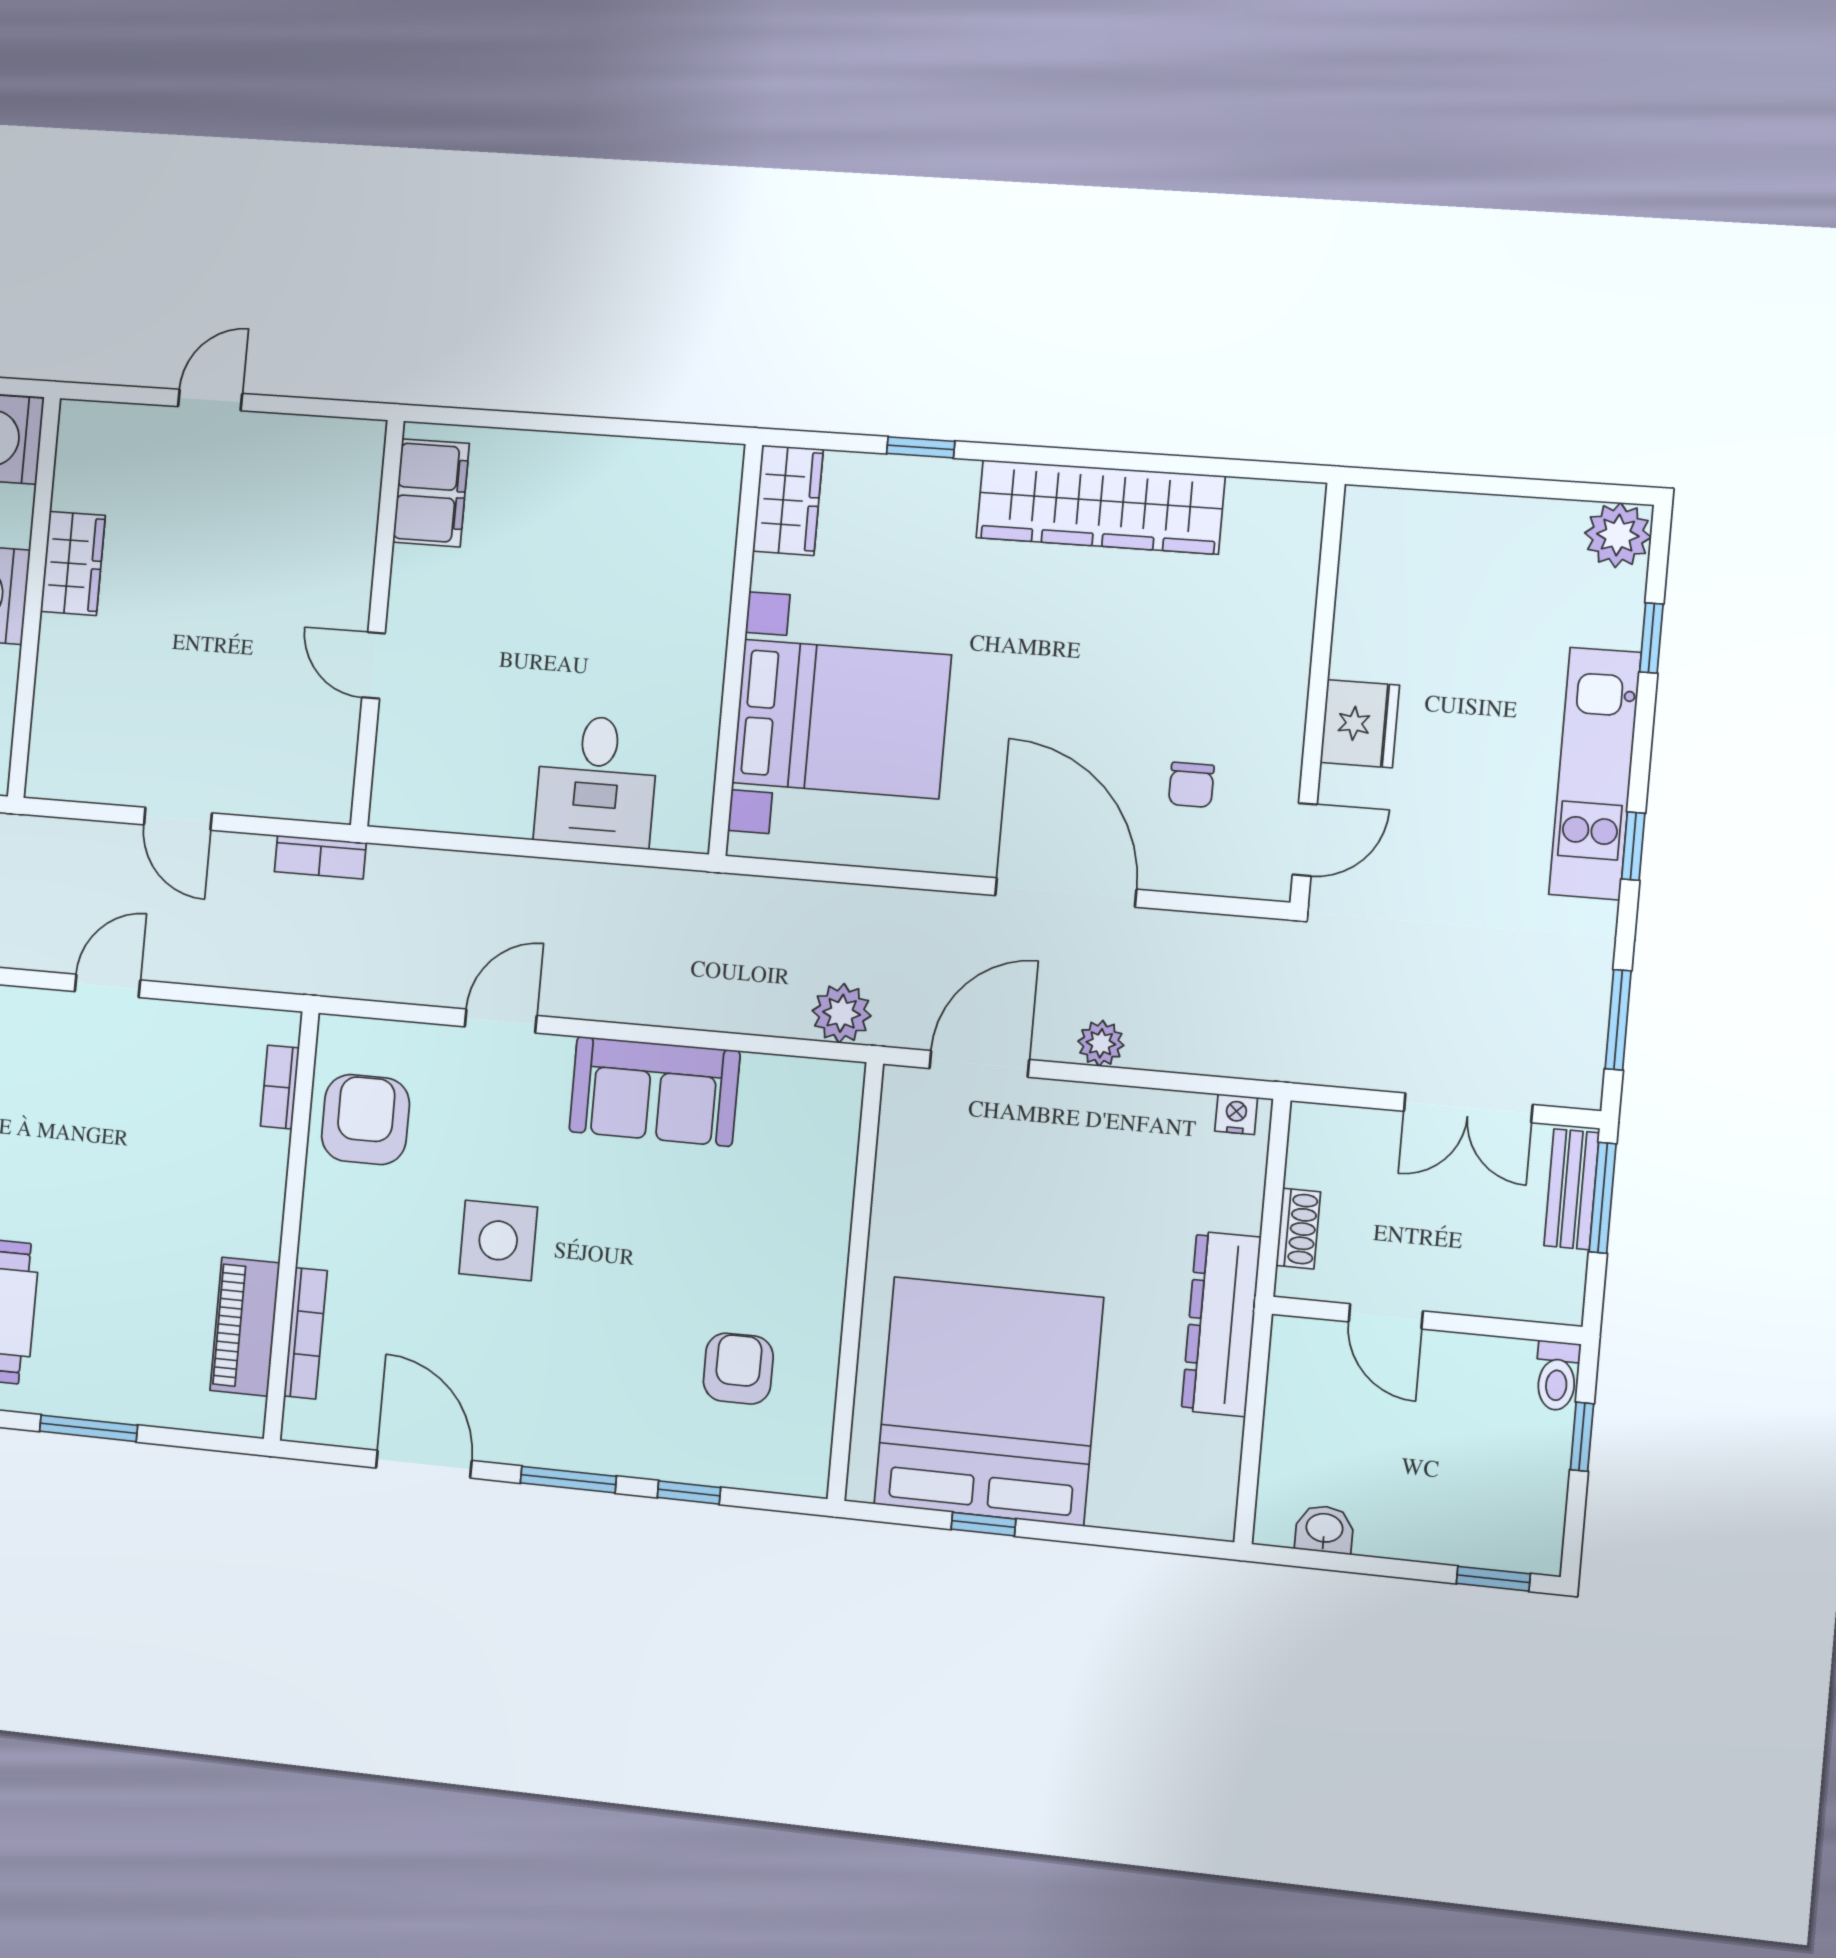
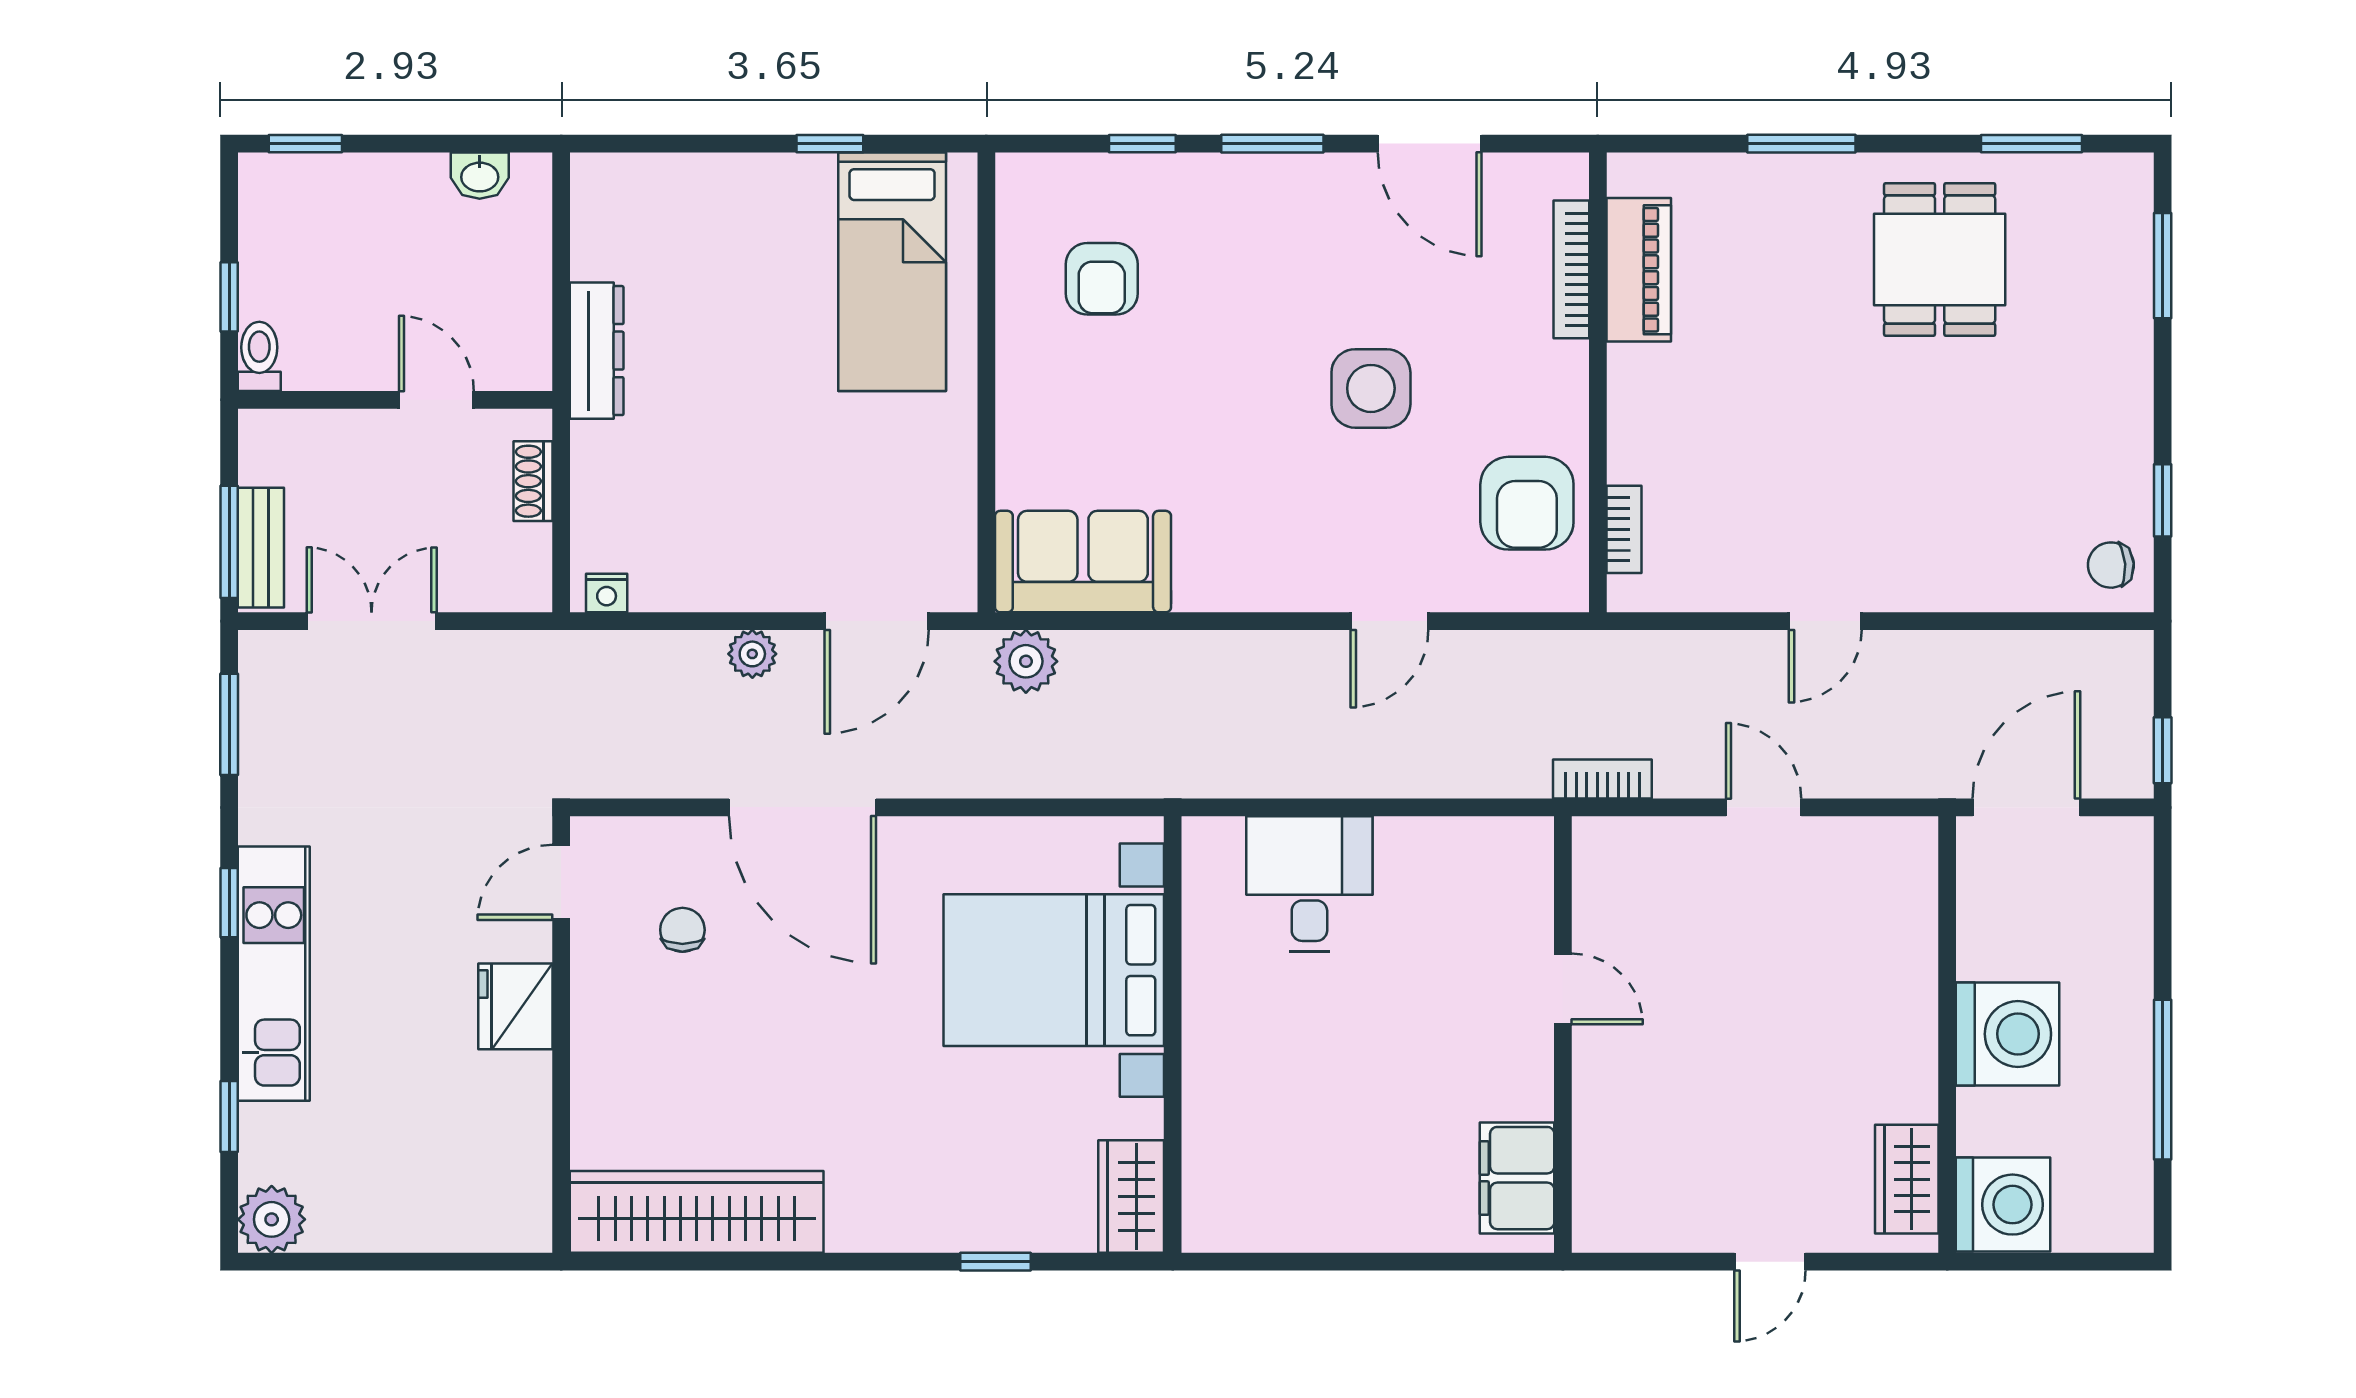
wardrobe: (1100, 507) -> (697, 1212), moved
wardrobe: (73, 563) -> (1907, 1179), moved
sofa: (654, 1091) -> (1083, 562), moved
dresser: (1221, 1324) -> (597, 351), width x0.73, depth x0.80
bed: (989, 1401) -> (892, 272), width x0.49

